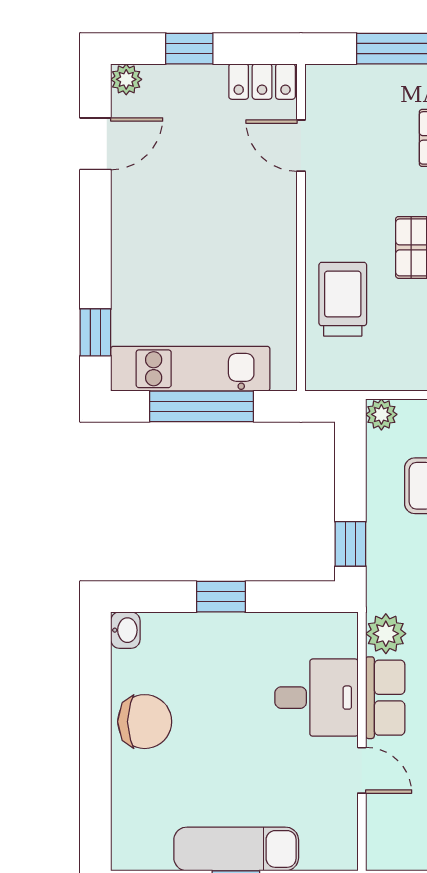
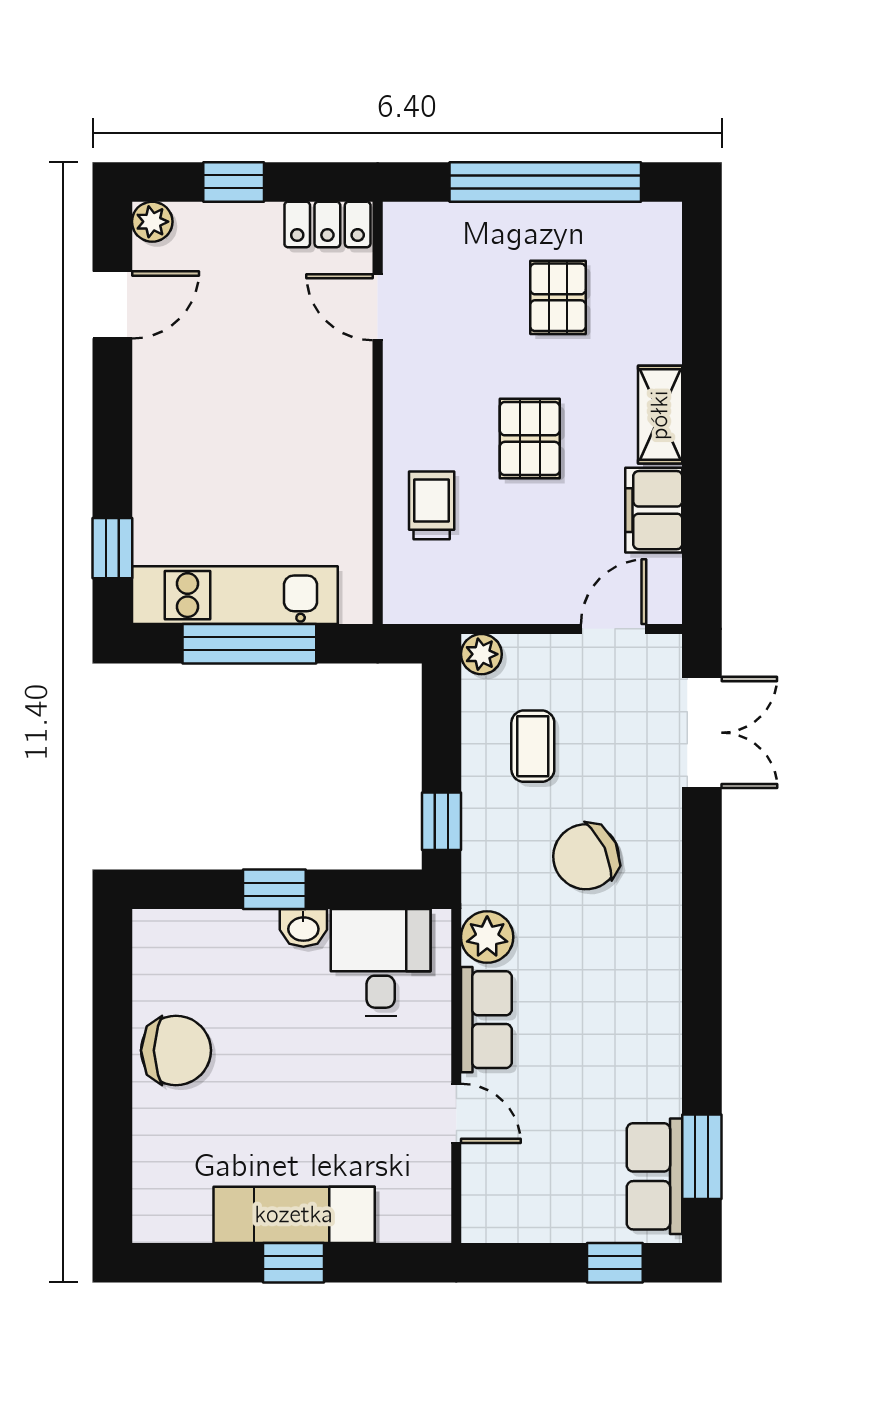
trolley: (343, 299) -> (432, 505), width x0.73, depth x0.72
washbasin: (125, 630) -> (303, 928), moved, turned 90
desk: (316, 698) -> (381, 963), moved, turned -90

